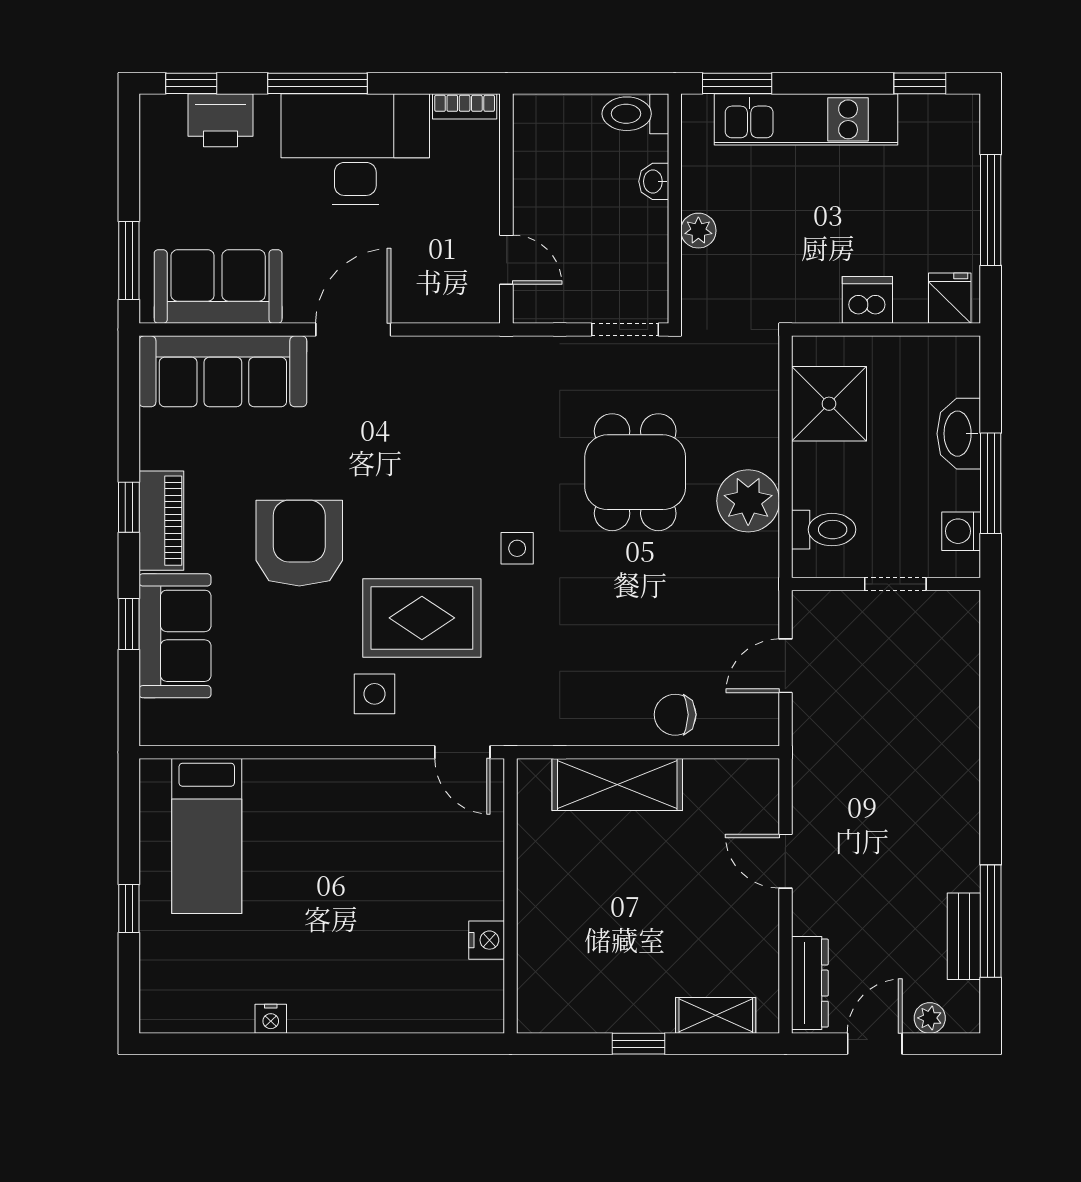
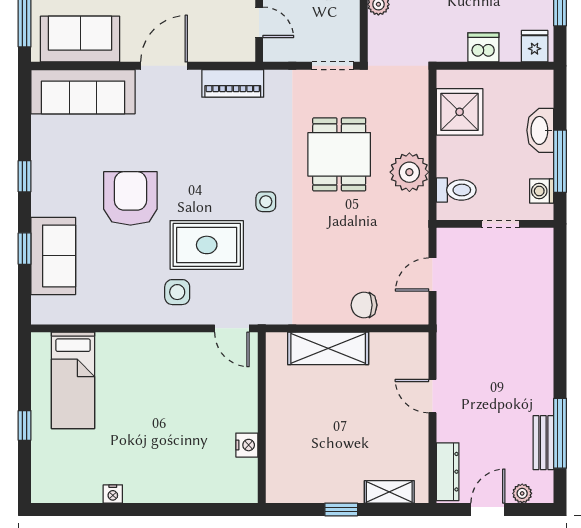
piano: (161, 521) -> (233, 83), moved, turned 90

